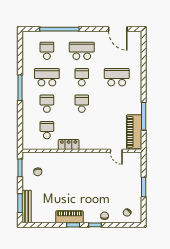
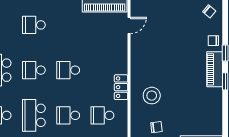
school desk: (117, 77) -> (34, 25), width x0.54
stool: (62, 168) -> (152, 96), added
piano: (70, 217) -> (215, 69), moved

